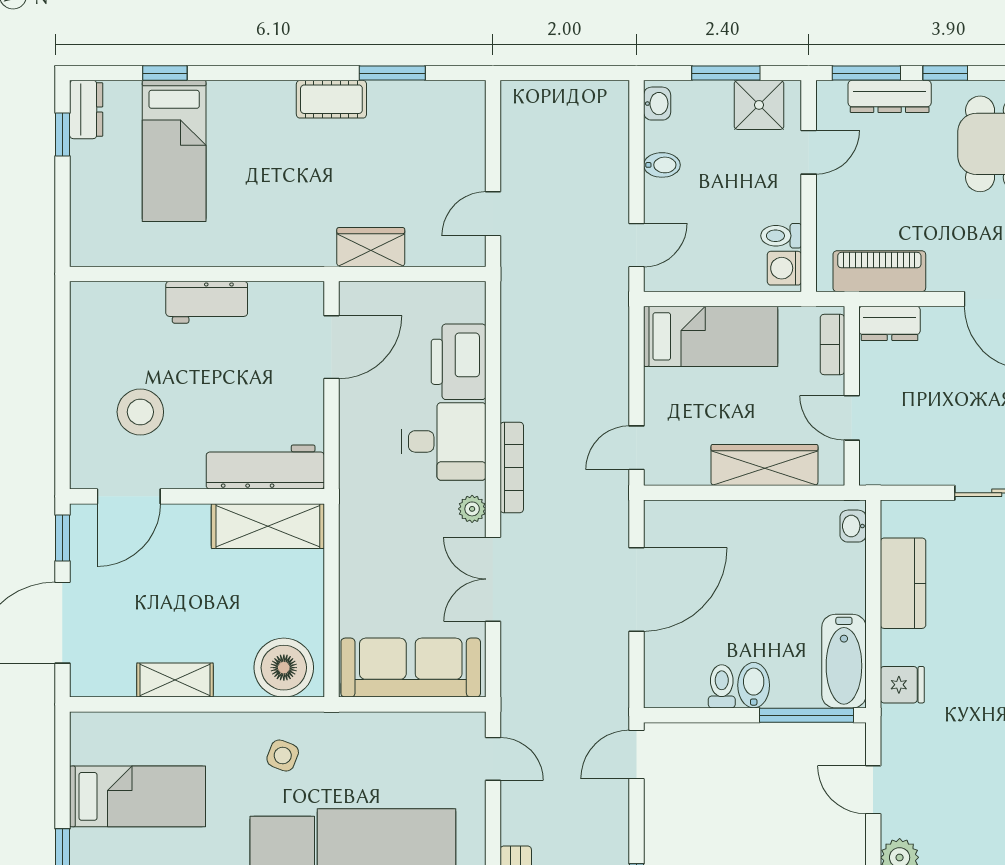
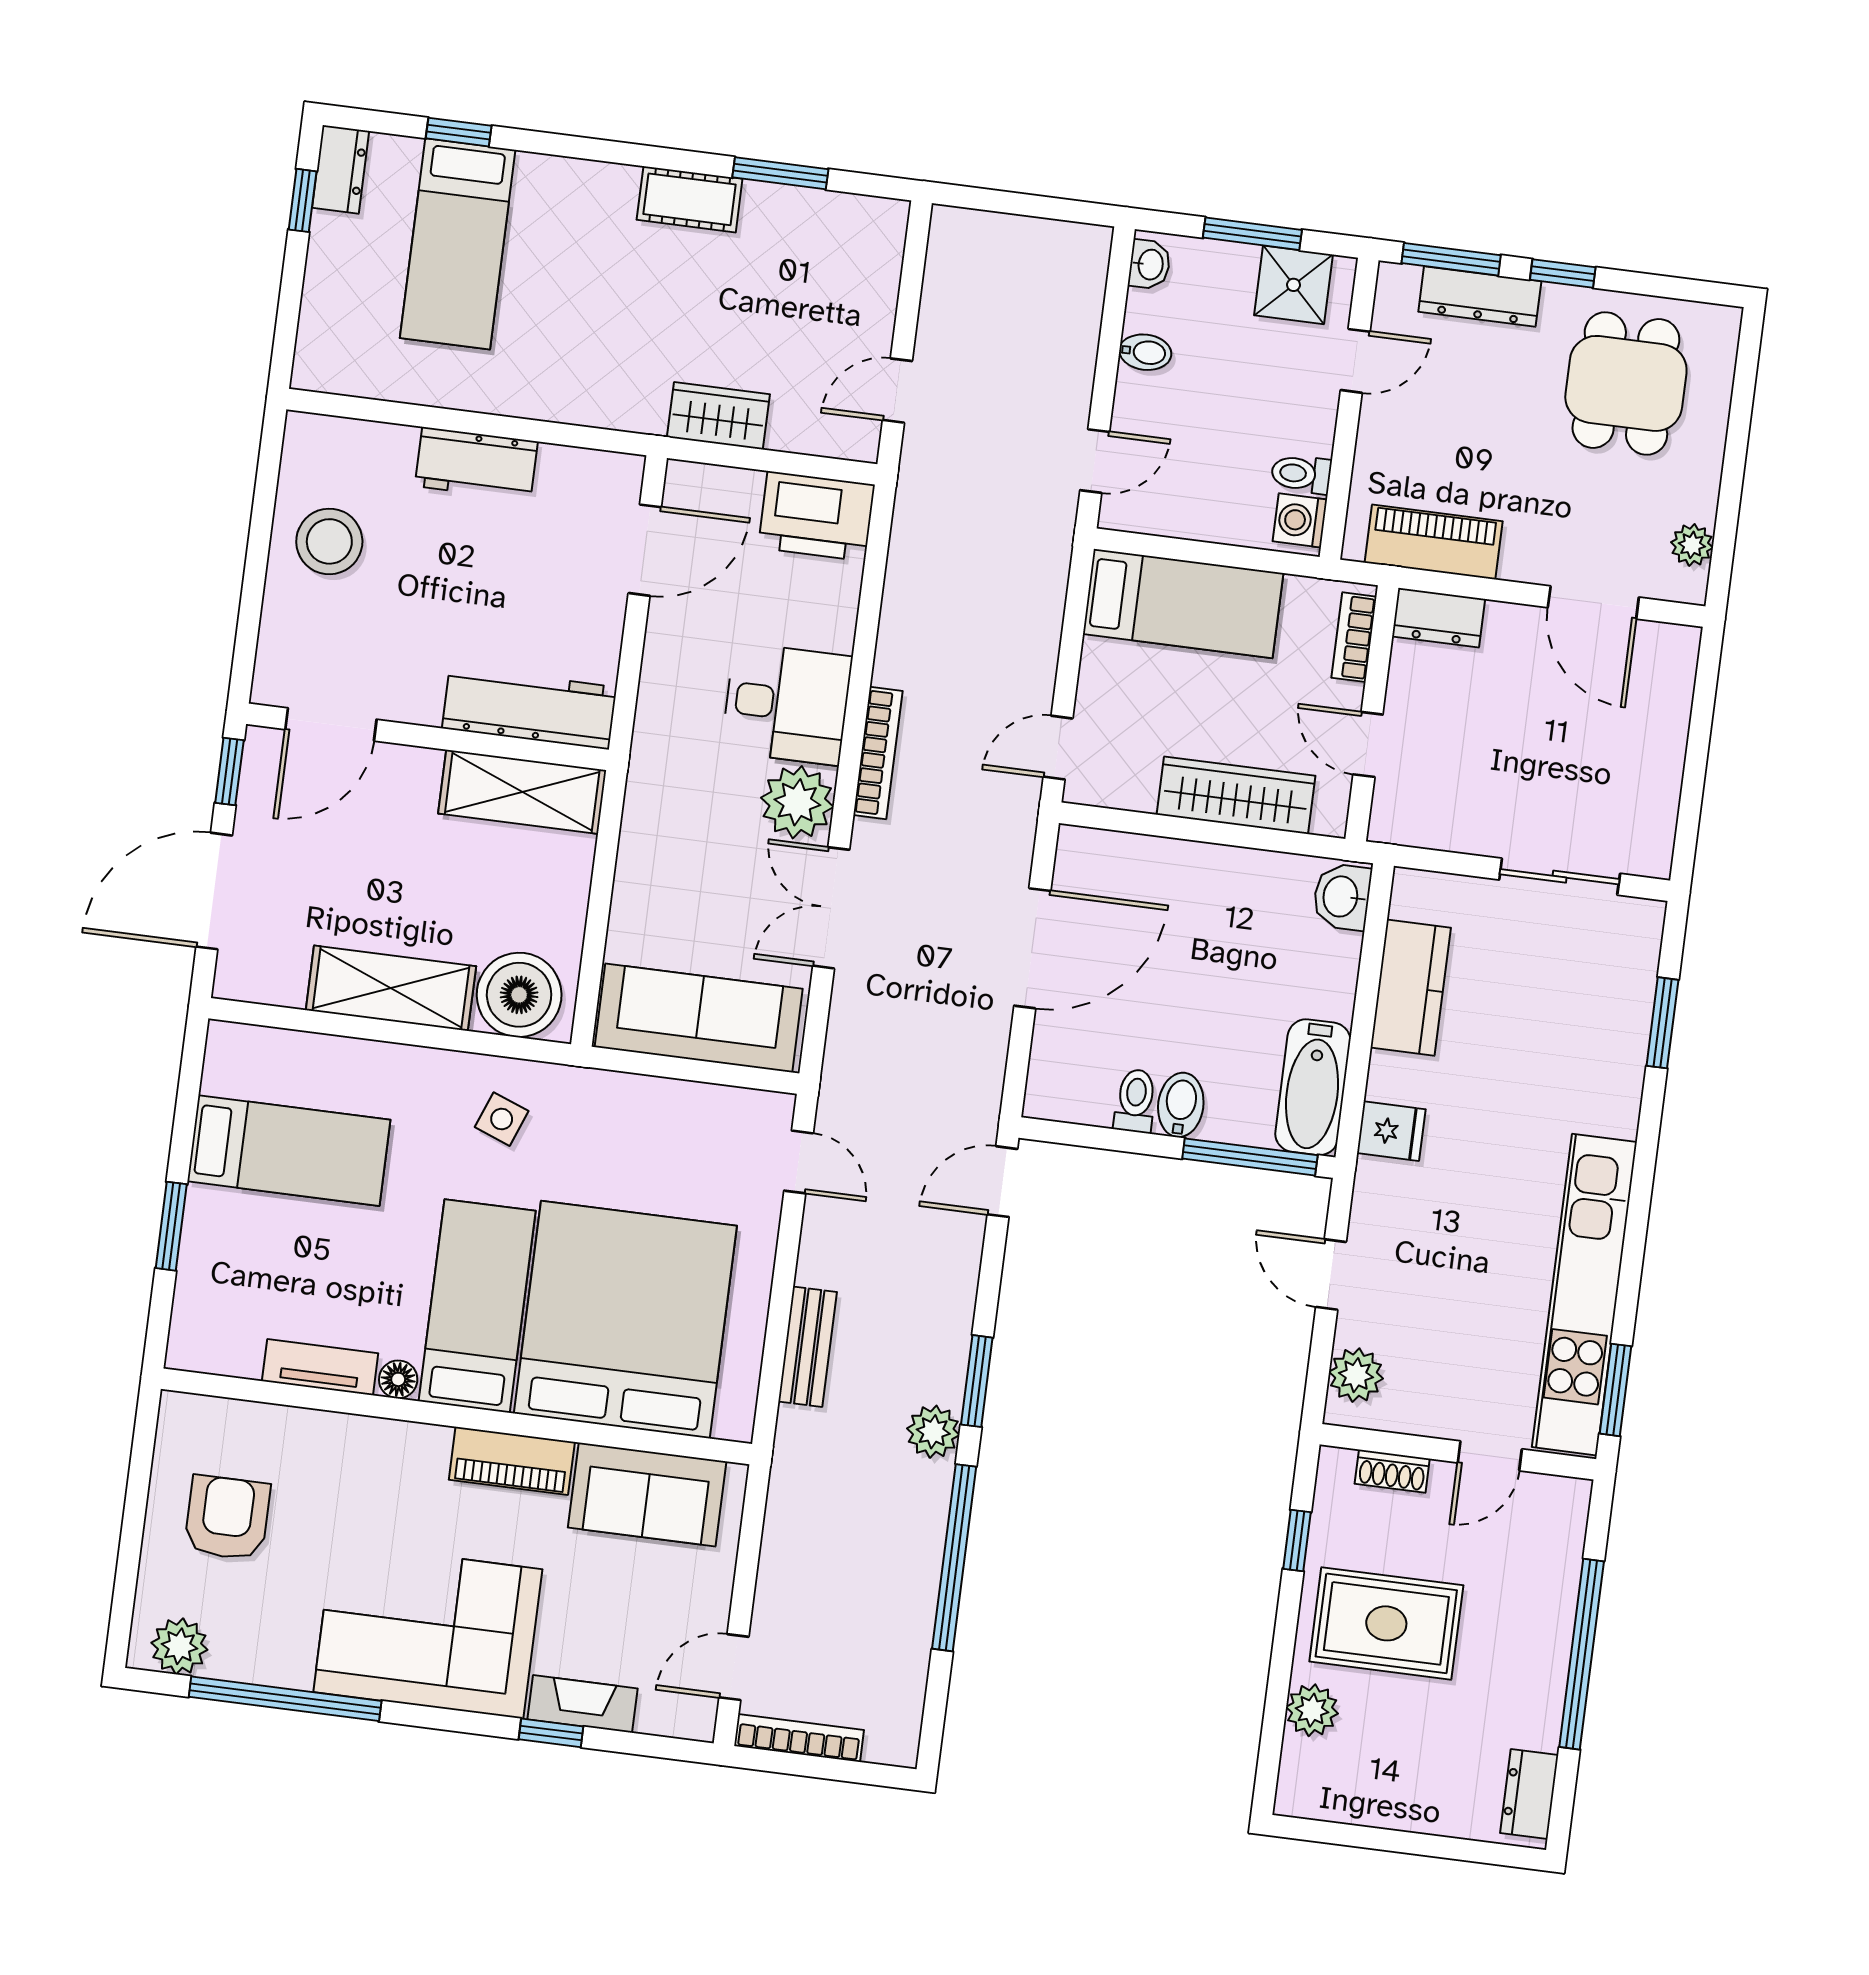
printer: (459, 362) -> (816, 516), moved, turned -90
stool: (140, 412) -> (329, 541), moved
plant: (472, 509) -> (797, 802), width x1.88, depth x1.88
washbasin: (853, 526) -> (1342, 897), width x1.38, depth x1.45
shelving: (175, 680) -> (391, 988), width x1.50, depth x1.33

